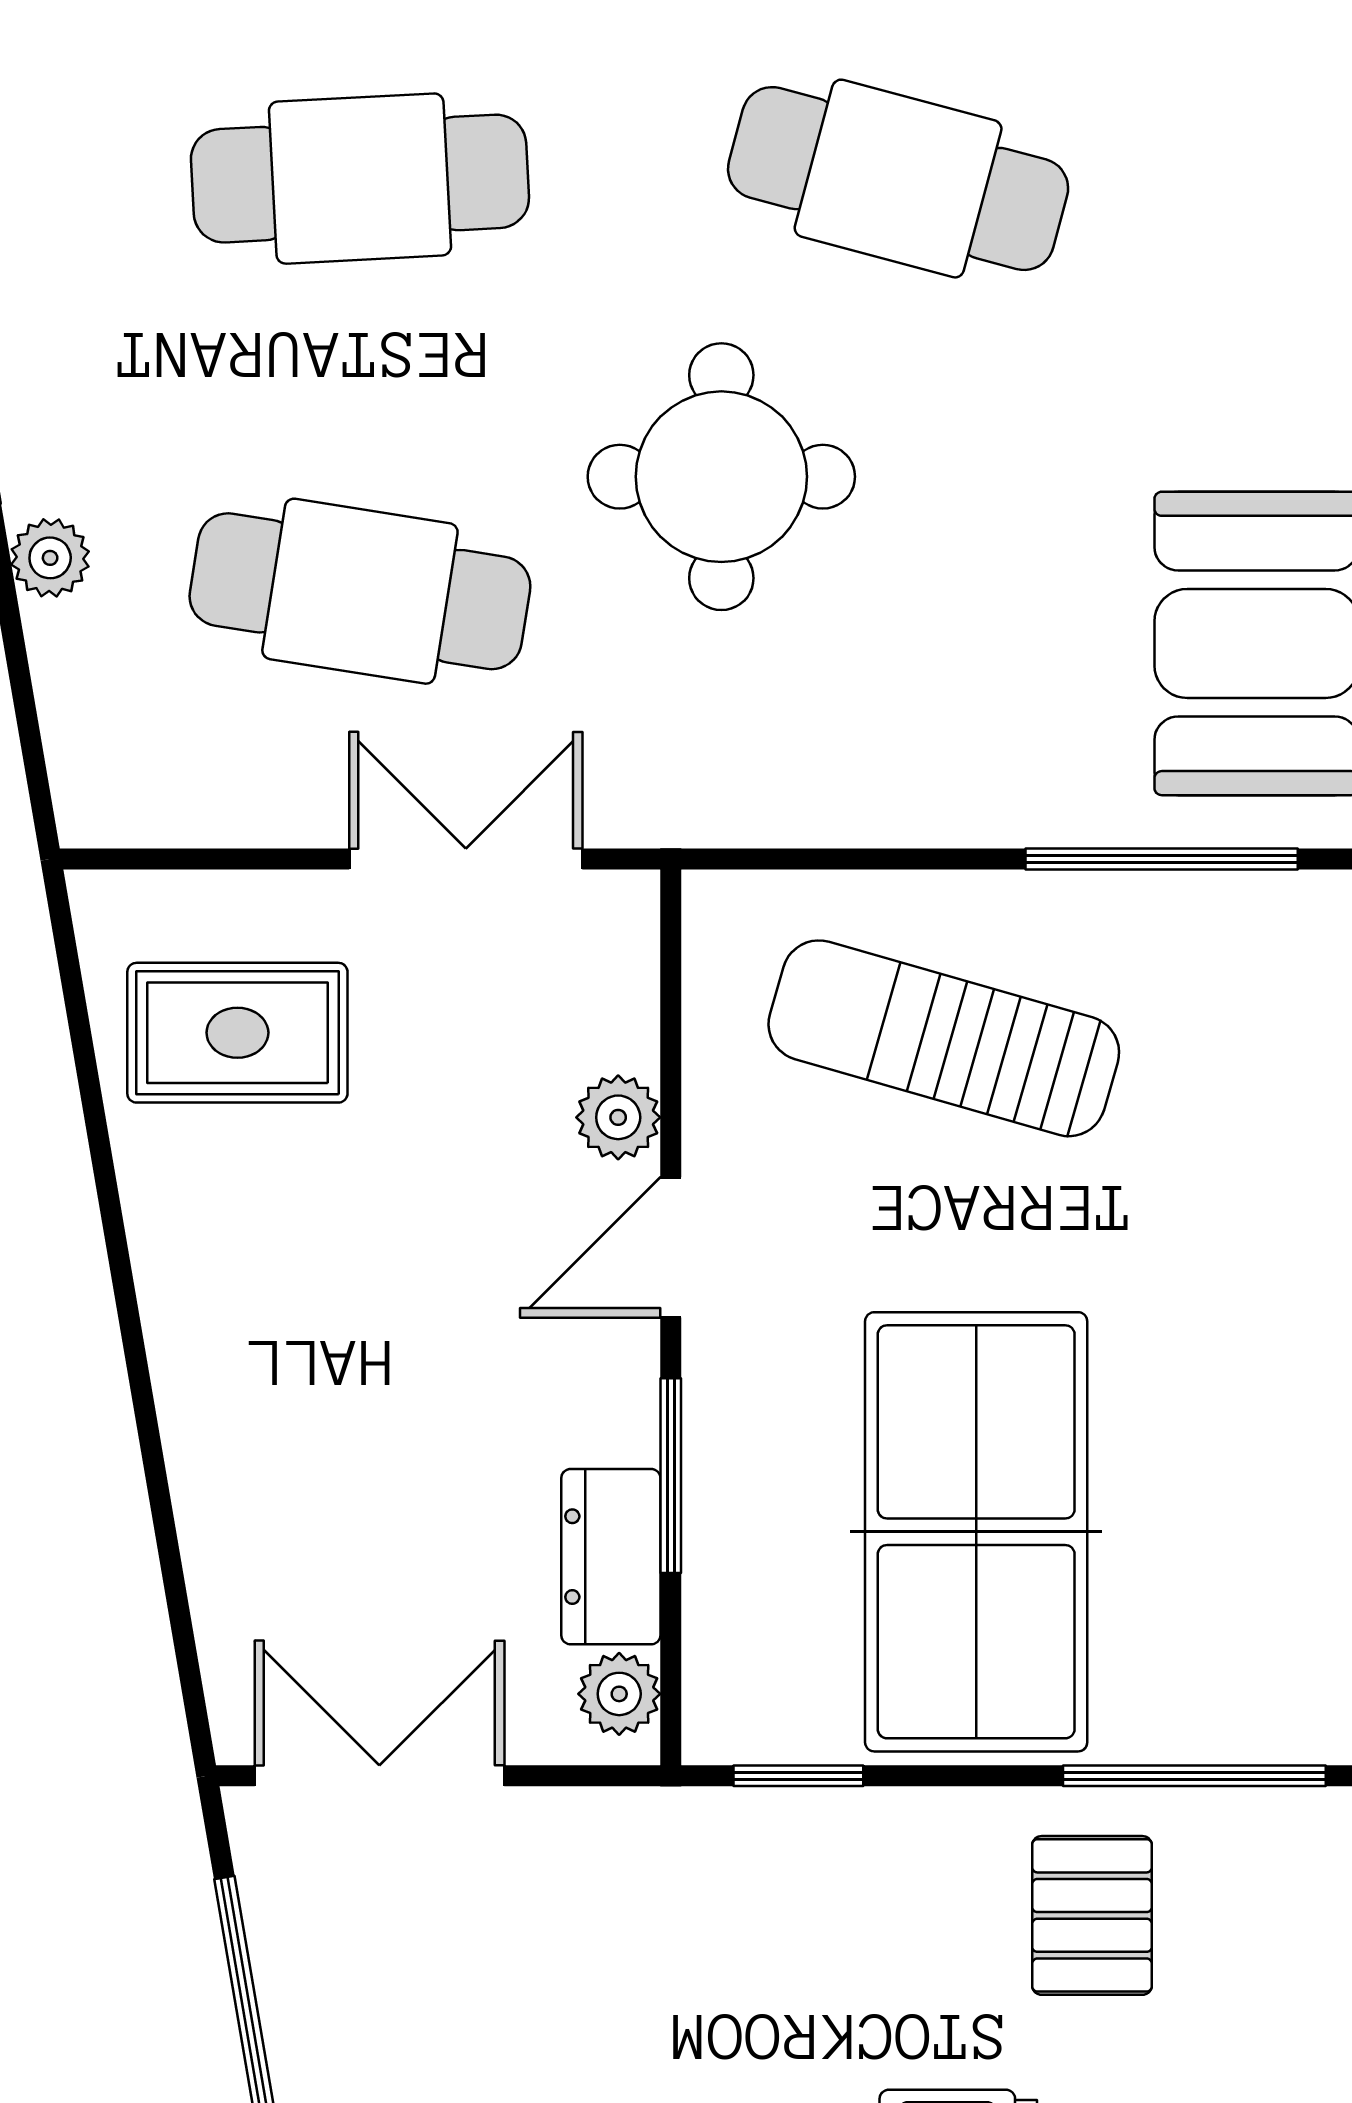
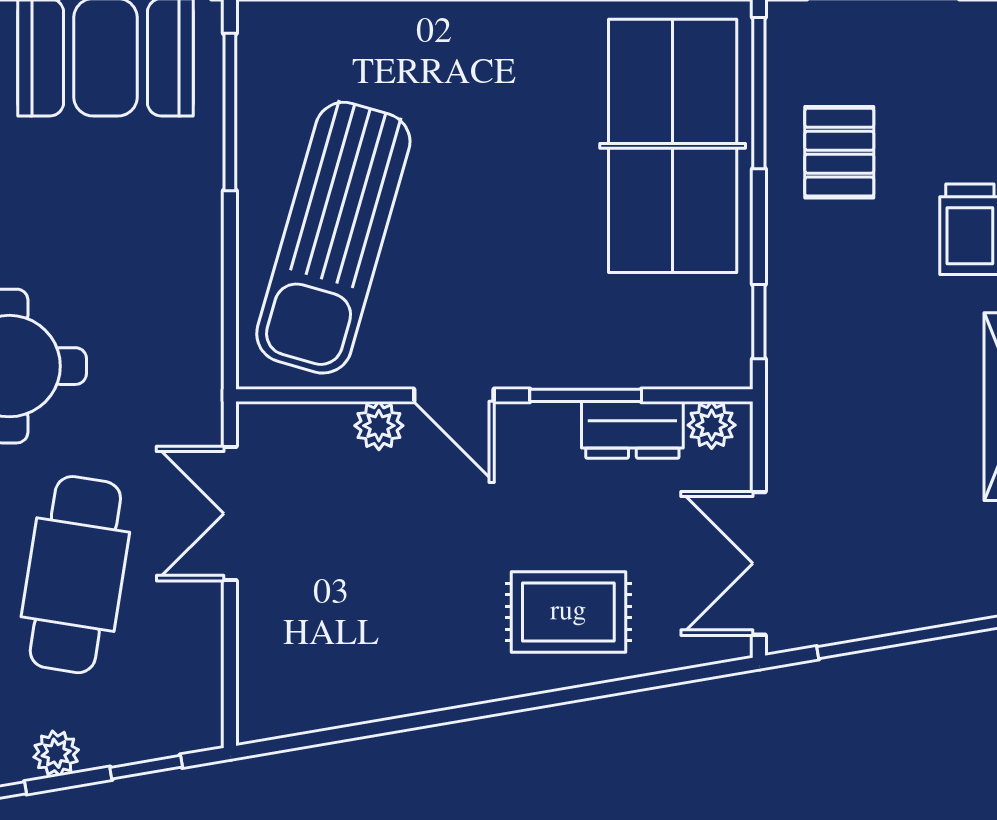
window: (26, 714) -> (146, 767), added
rug: (237, 1033) -> (568, 612), moved, turned 90
sun lounger: (944, 1038) -> (333, 238), width x1.36, depth x1.34
table tennis table: (976, 1532) -> (673, 146), moved, turned 90
pallet: (1092, 1915) -> (839, 152), turned 90

